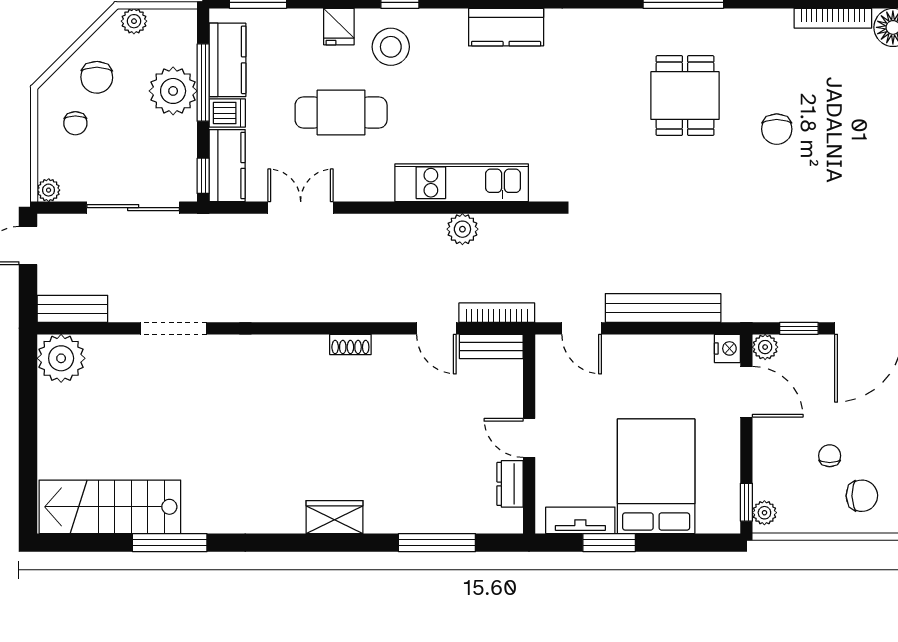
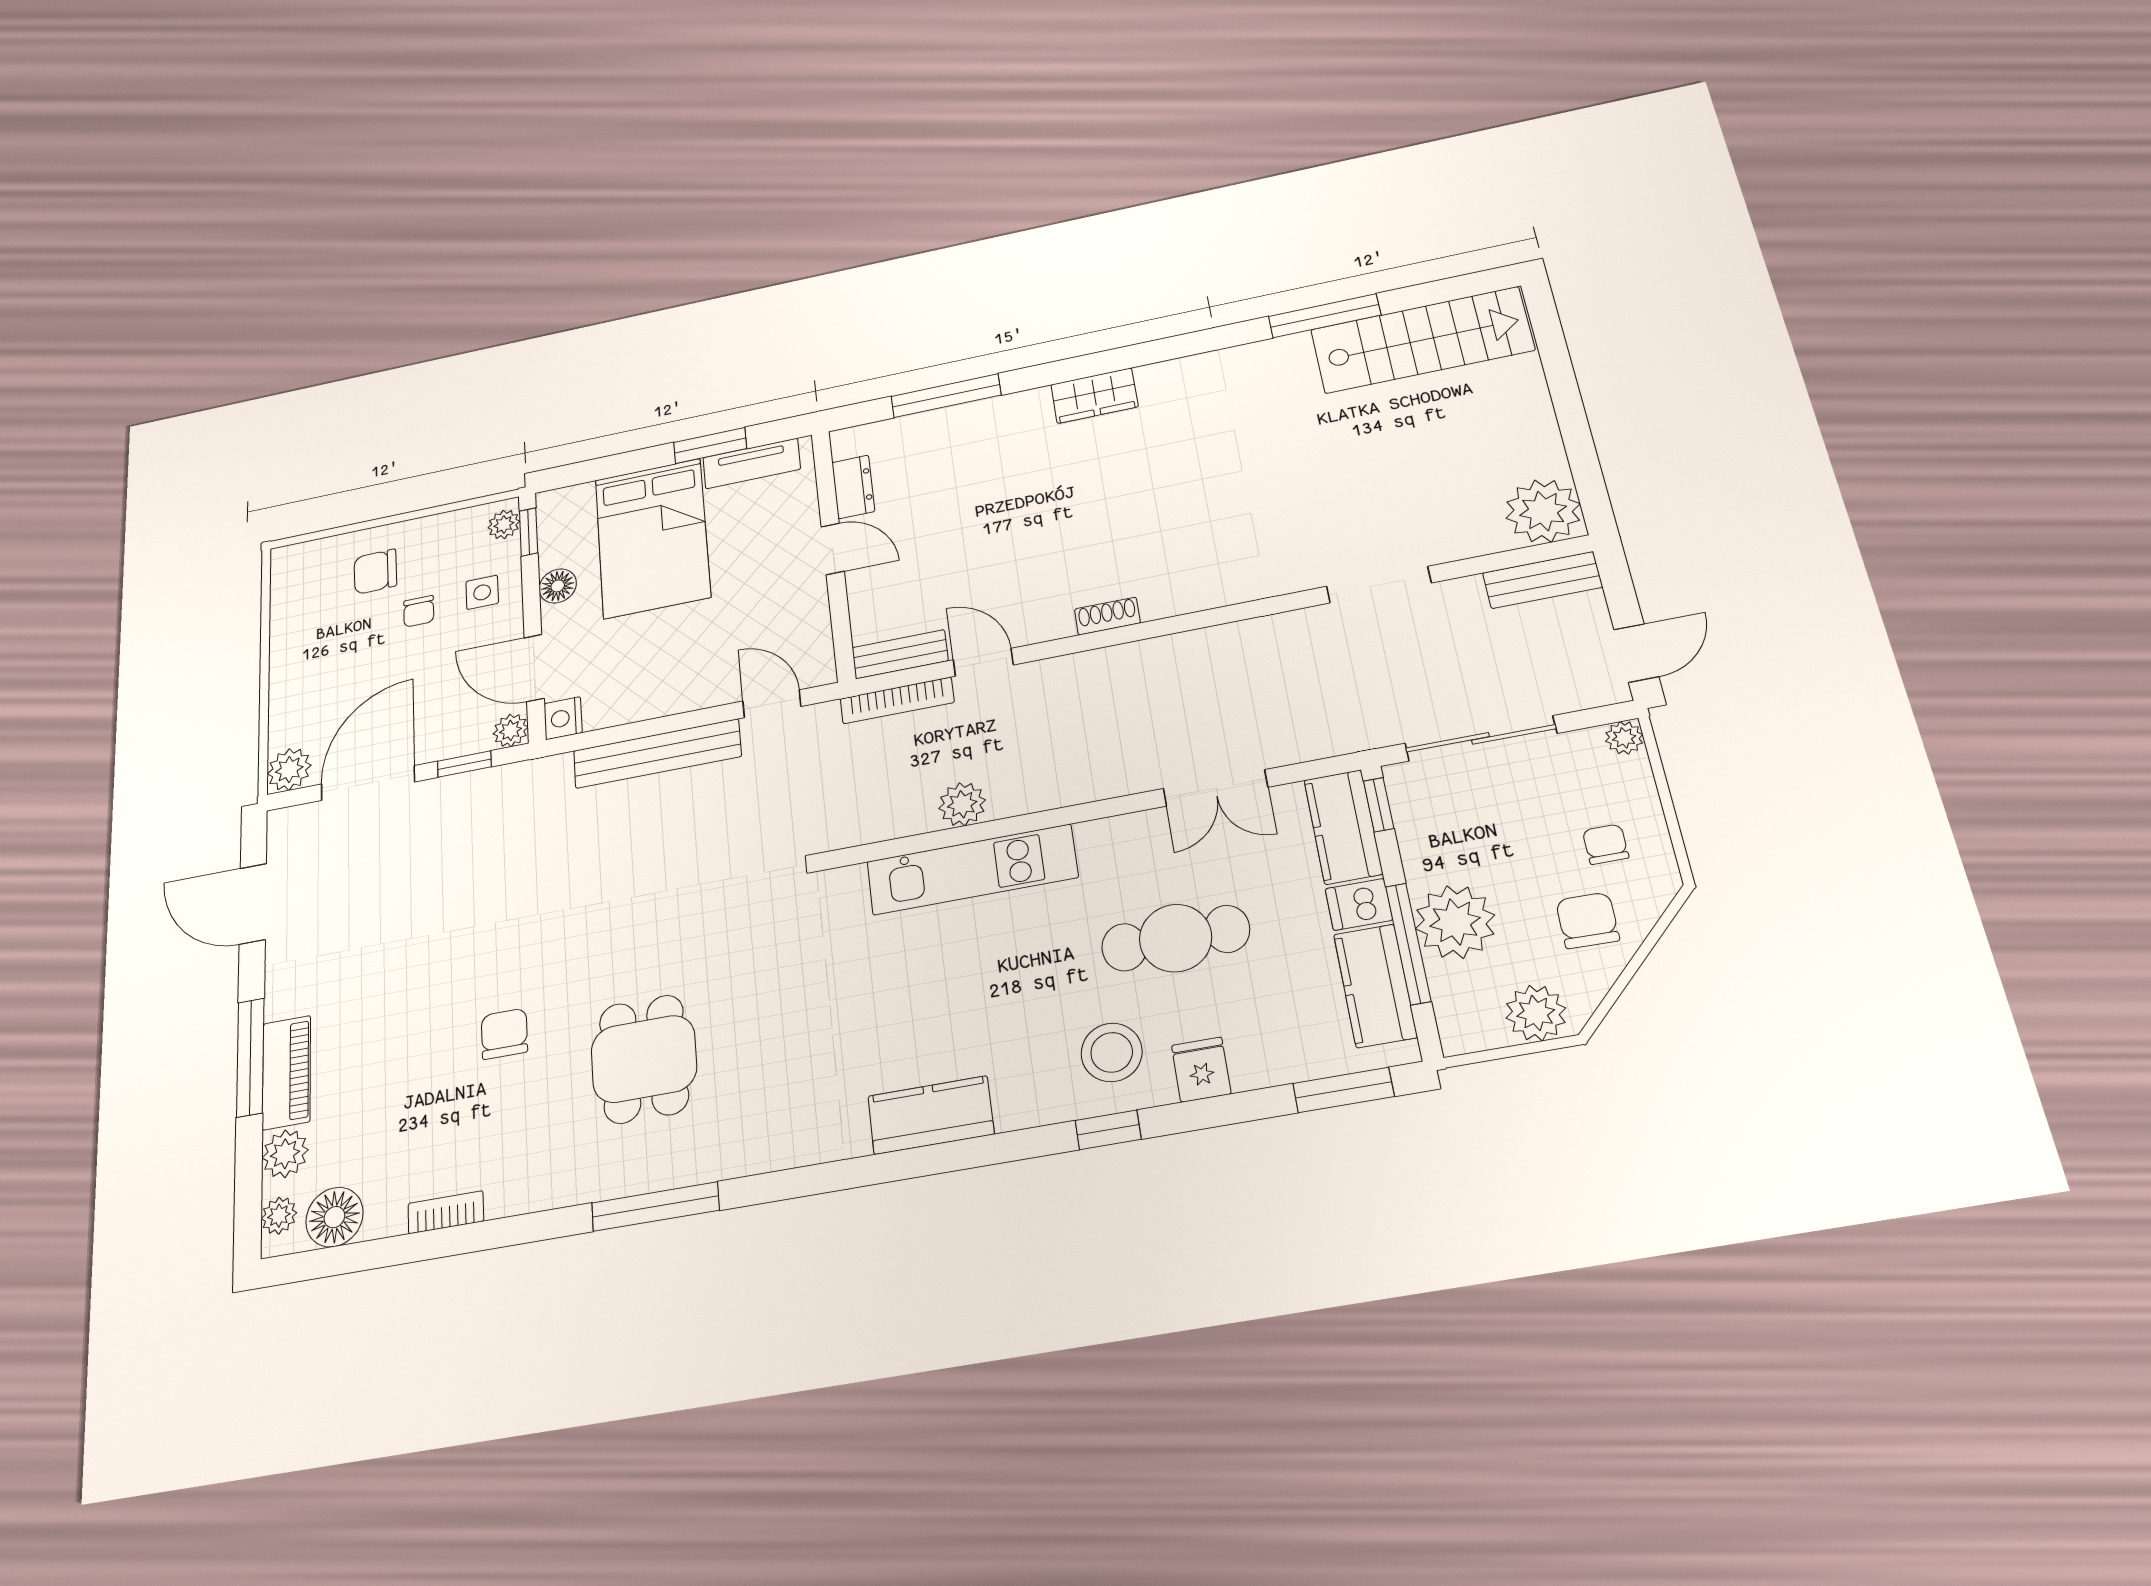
bookcase: (833, 18) -> (446, 1212), width x0.64
plant: (134, 21) -> (1536, 1013), width x1.38, depth x1.38
floor lamp: (727, 453) -> (558, 586), added
side table: (782, 460) -> (482, 592), added

